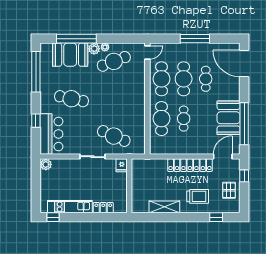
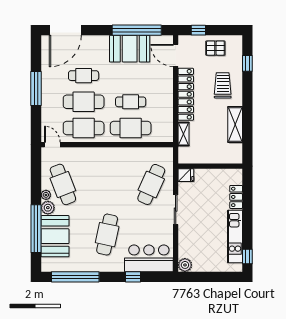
shelving: (156, 163) -> (184, 134), added

